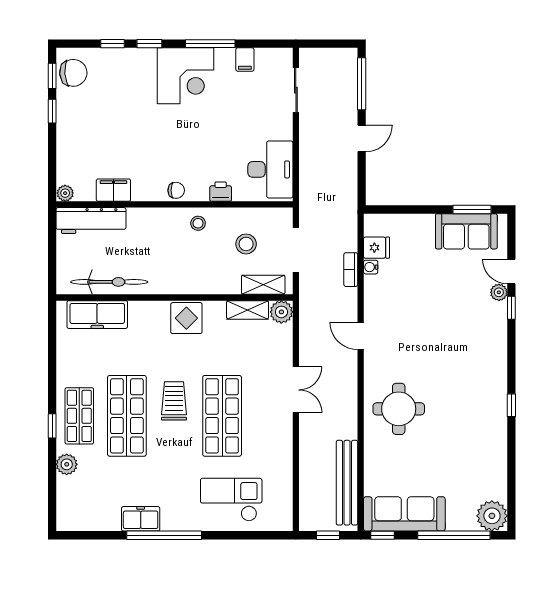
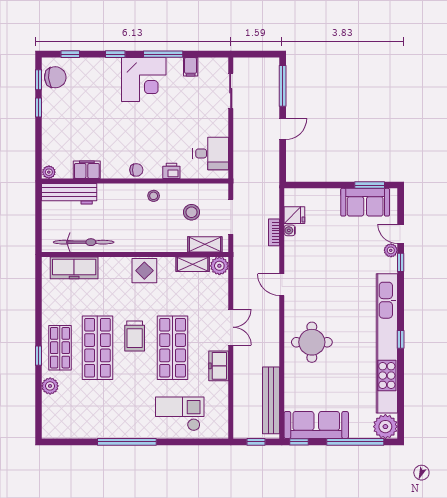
window: (112, 44) -> (70, 54), moved
desk: (270, 169) -> (211, 153), width x0.73
trolley: (174, 401) -> (135, 336), turned 180
kitchen unit: (494, 410) -> (387, 343), added
freezer: (141, 519) -> (219, 366), moved, turned -90

